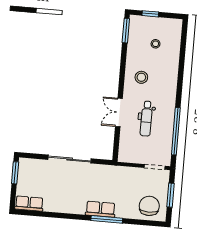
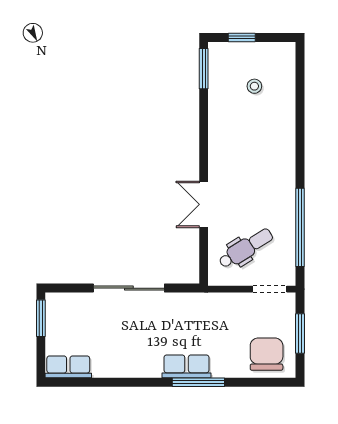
stool: (141, 77) -> (236, 143), removed
dental chair: (146, 119) -> (246, 248), moved, turned -122

